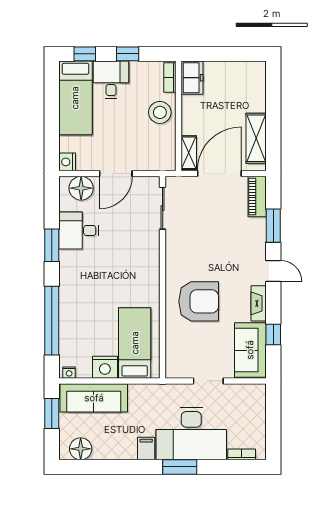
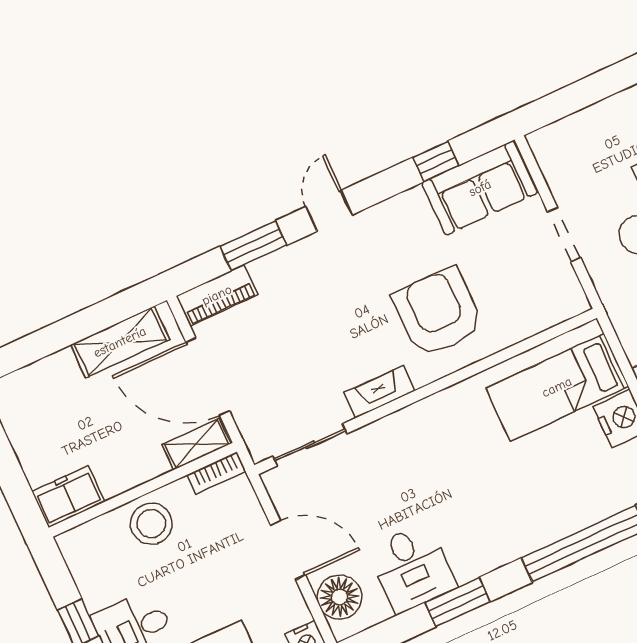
bookcase: (170, 77) -> (217, 473), moved
fireplace: (259, 303) -> (380, 392), moved, turned 180

